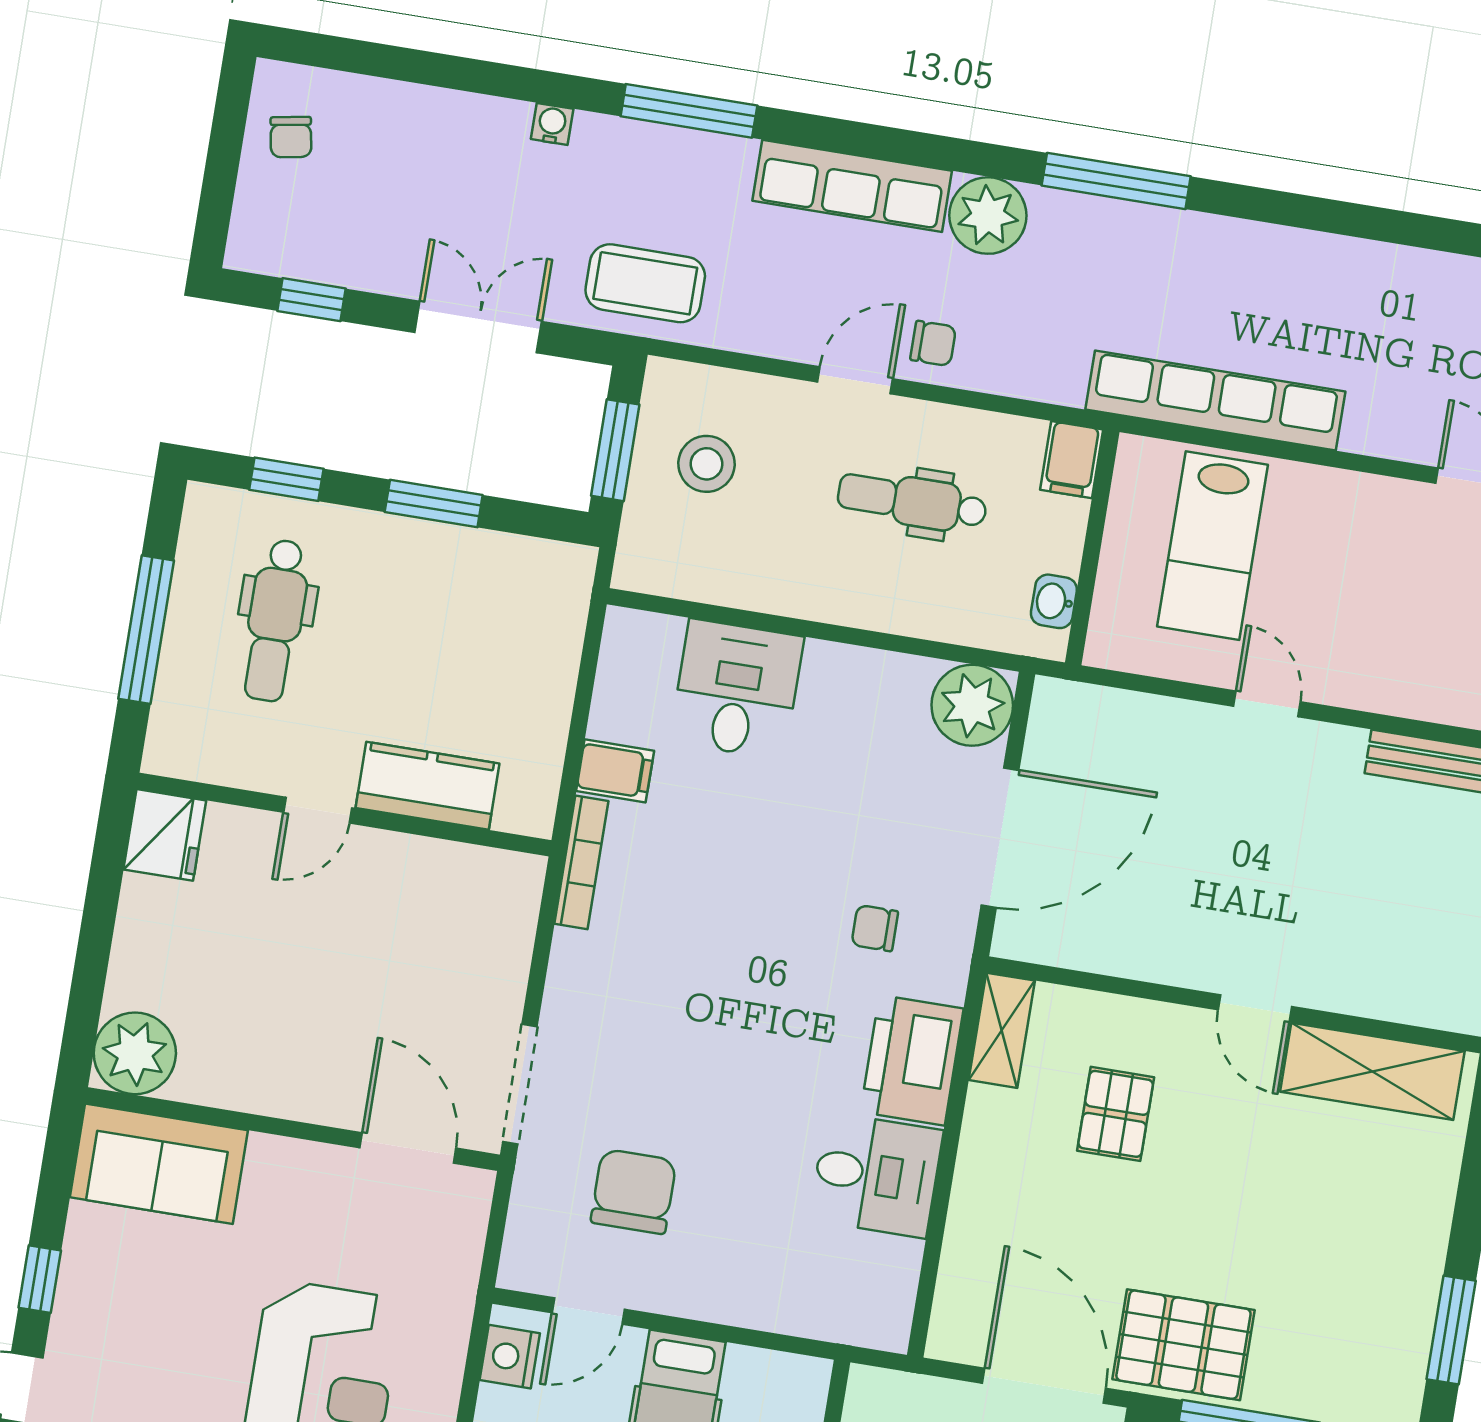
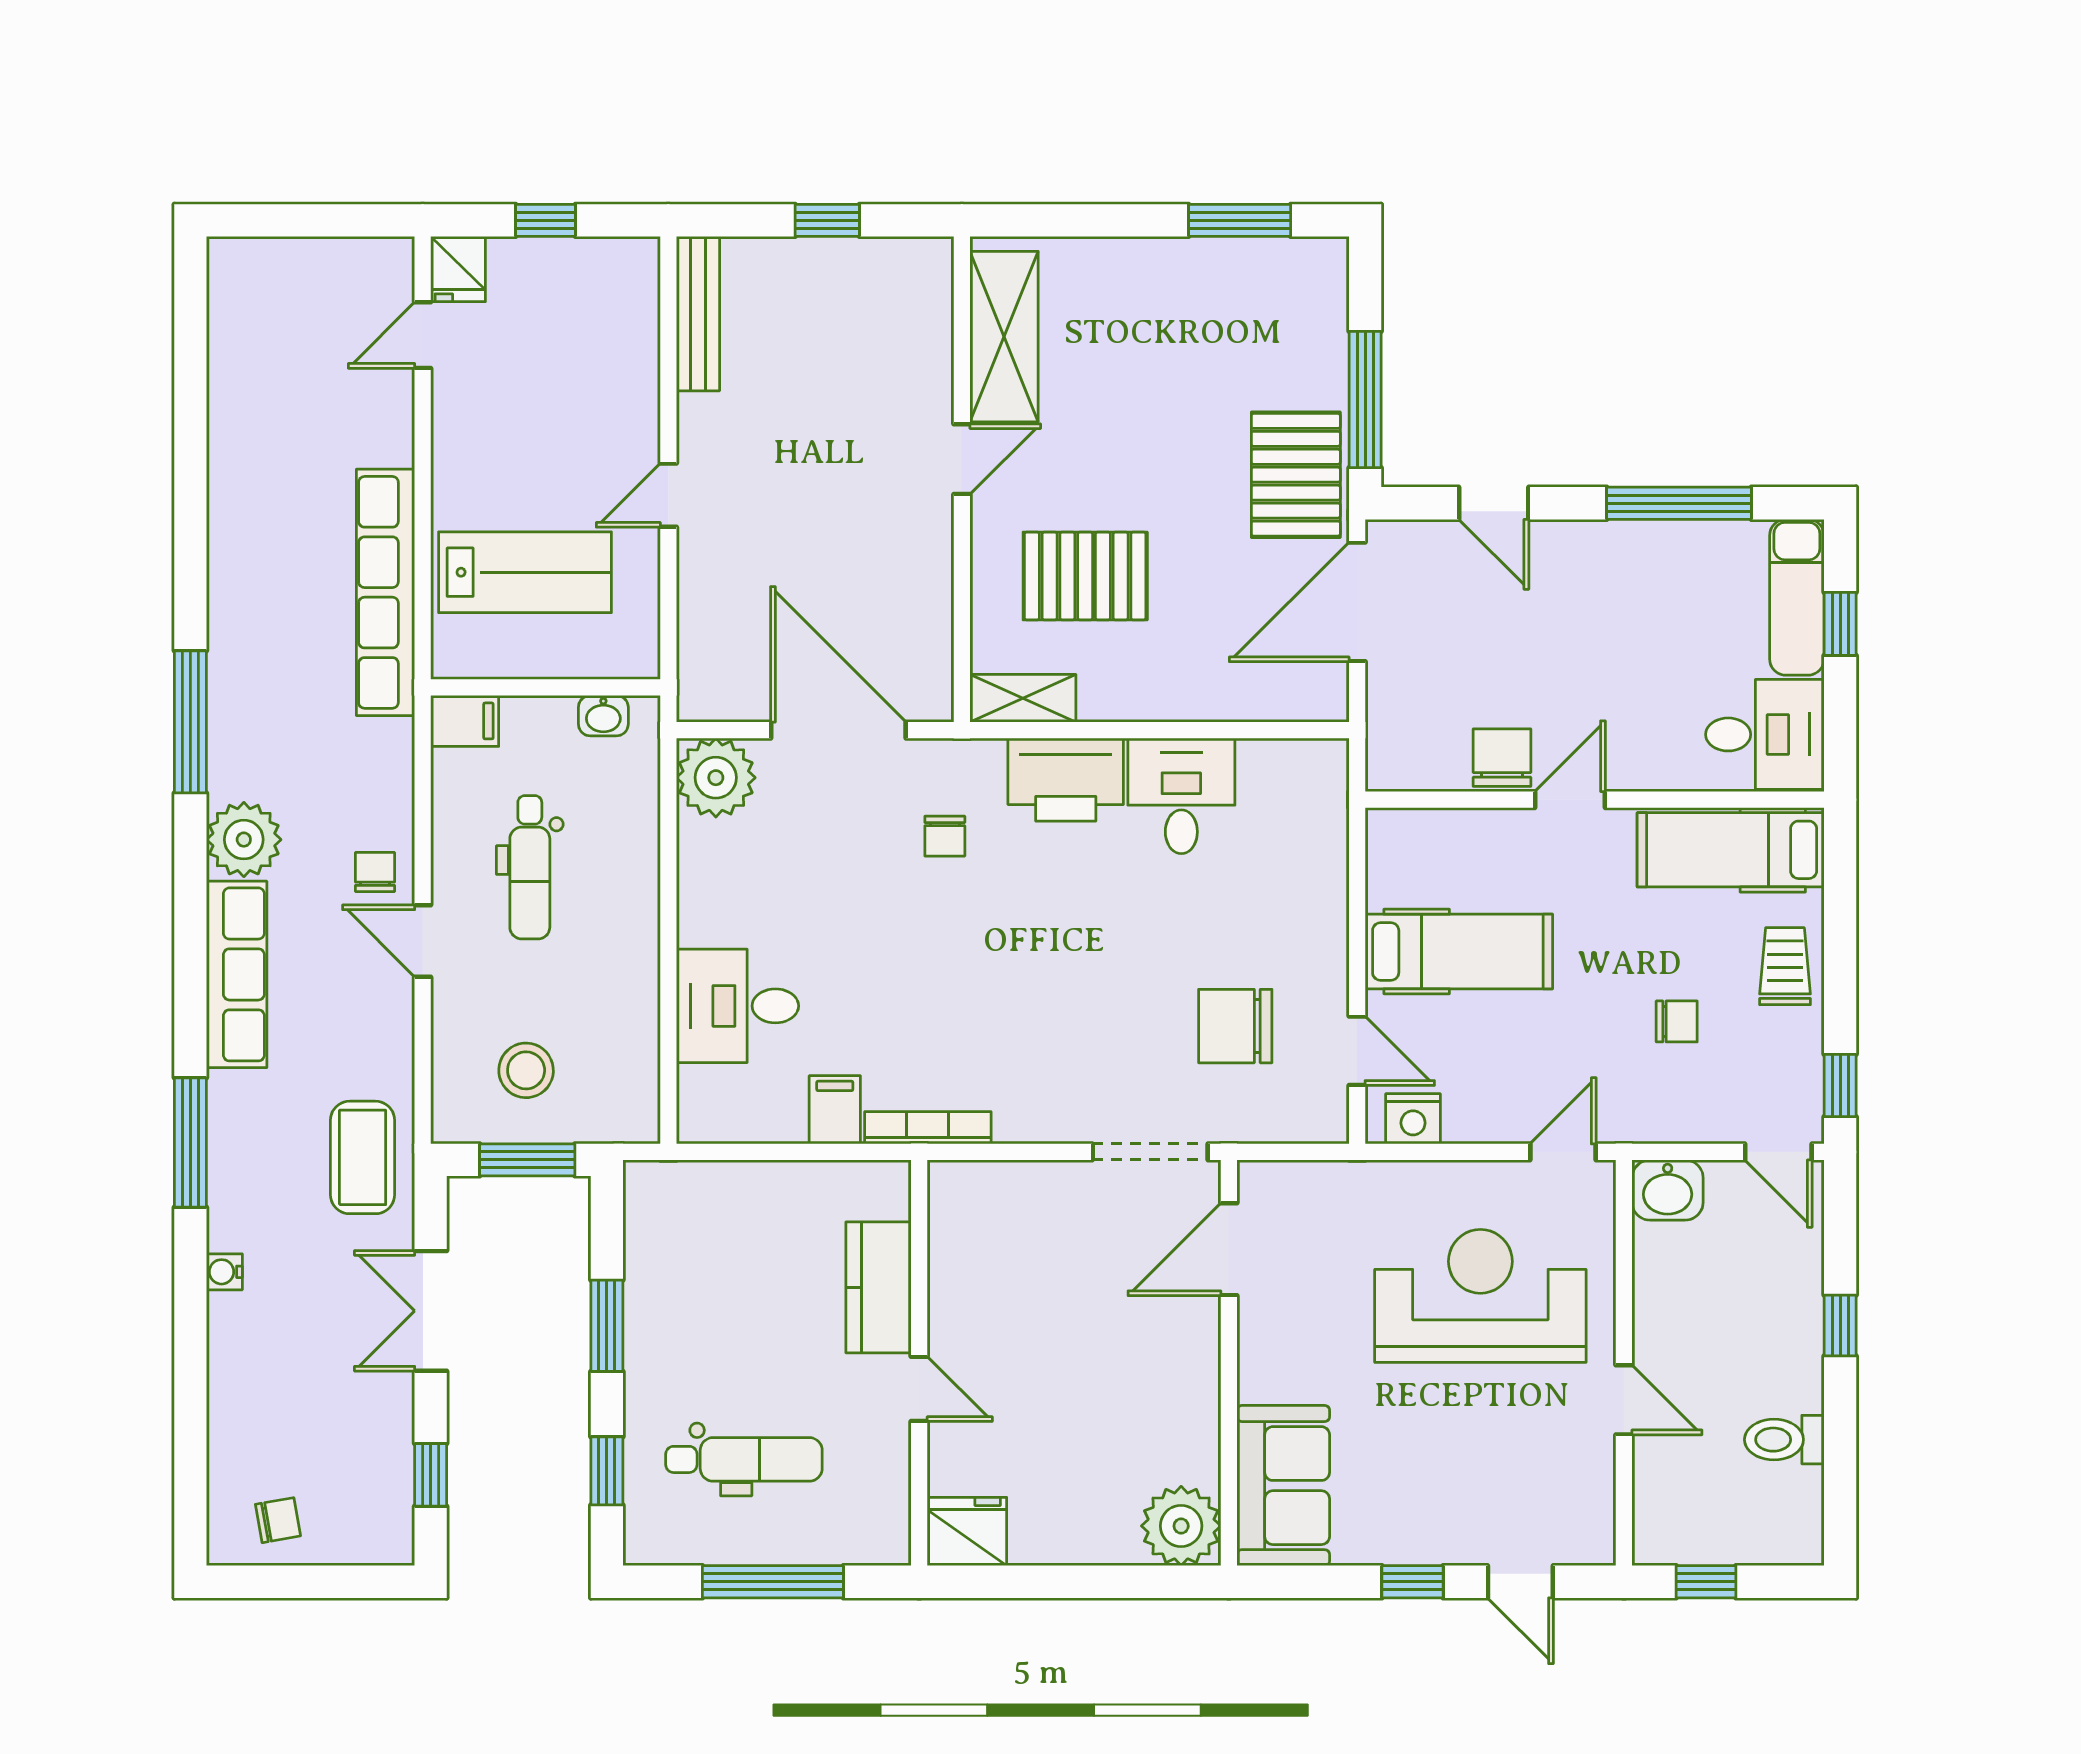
pallet: (1116, 1114) -> (1085, 576), width x1.50, depth x1.42

